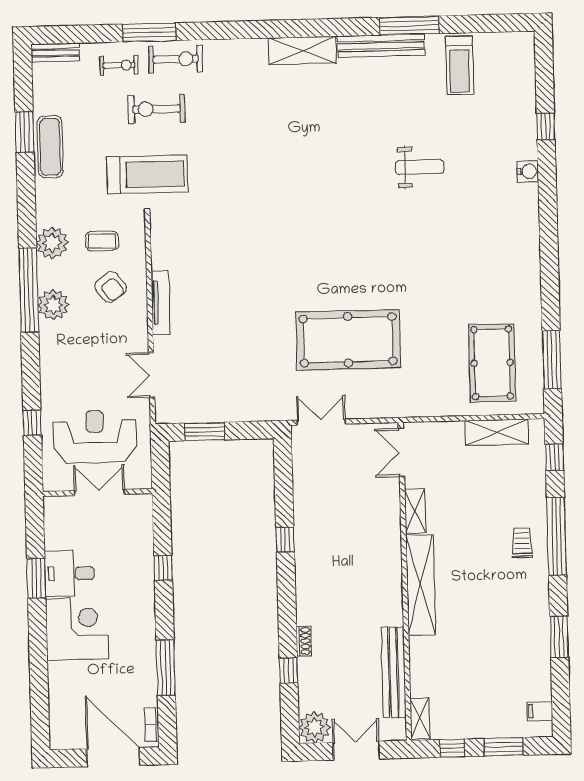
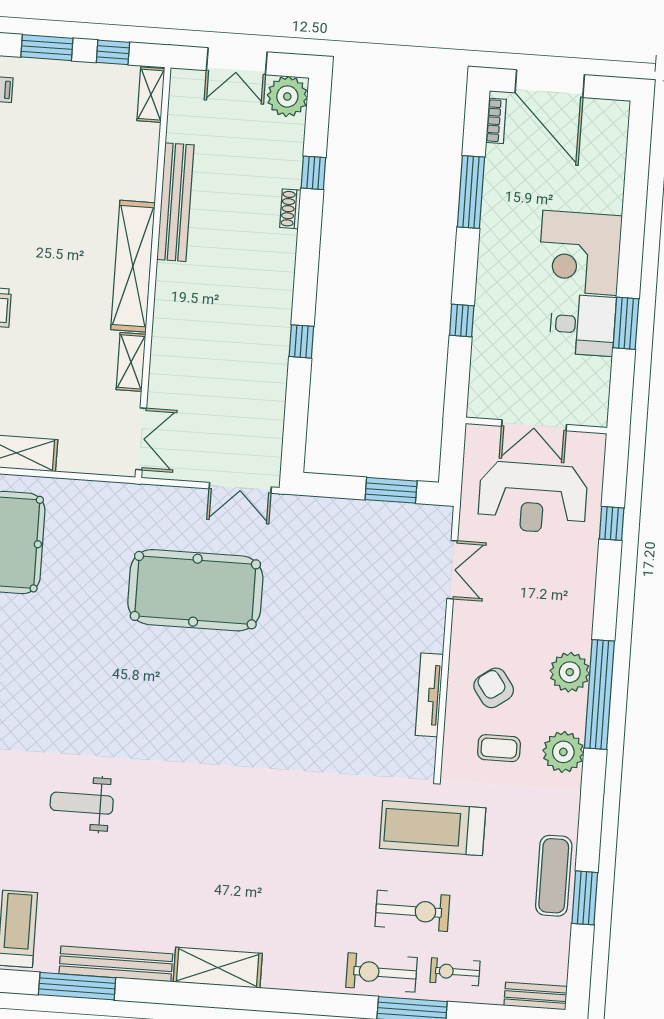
tv unit: (161, 302) -> (429, 695), moved
bench: (394, 672) -> (175, 202), moved

